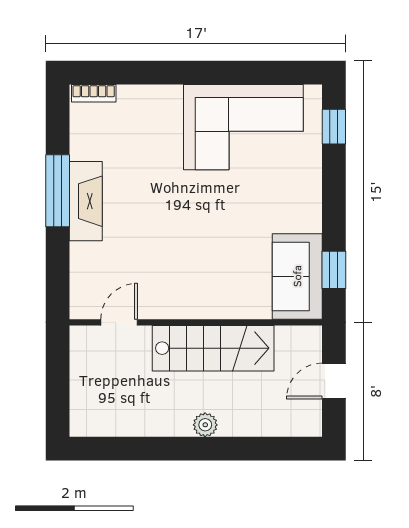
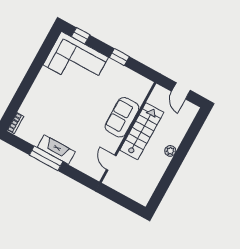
corner sofa: (243, 127) -> (76, 61), moved, turned 90
window: (334, 270) -> (119, 57), moved
sofa: (297, 276) -> (122, 117), moved, turned 90

